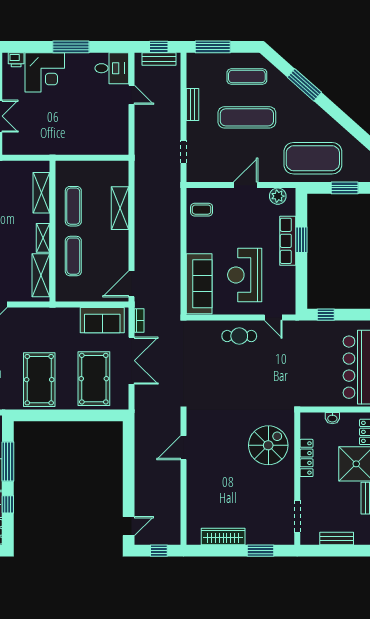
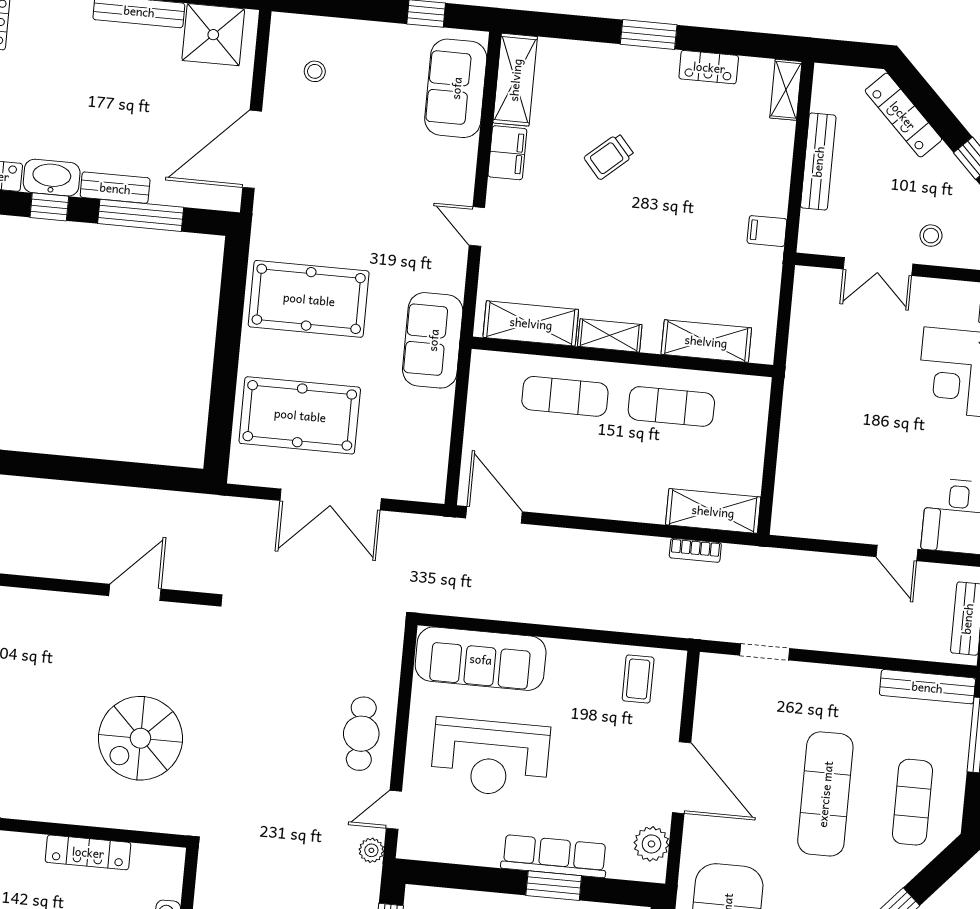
door: (132, 95) -> (897, 553), hinge flipped
bench: (192, 104) -> (927, 687), moved, width x1.36
door: (246, 185) -> (682, 778), width x1.36
shelving: (120, 208) -> (713, 511), moved
reception desk: (245, 275) -> (490, 758), turned 180
sofa: (102, 320) -> (433, 340), moved
bookcase: (139, 320) -> (695, 550), moved
plant: (293, 326) -> (371, 850), added
spiral stairs: (268, 445) -> (140, 738), moved, turned 90
door: (183, 448) -> (135, 592), hinge flipped

